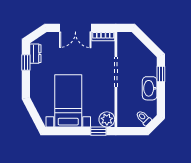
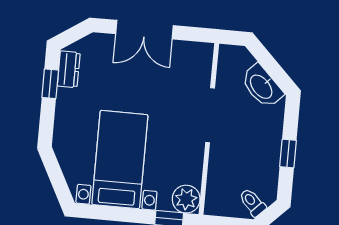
bookcase: (103, 36) -> (193, 49), removed
window: (161, 74) -> (288, 154), moved
washbasin: (150, 88) -> (262, 86), moved, turned -45

